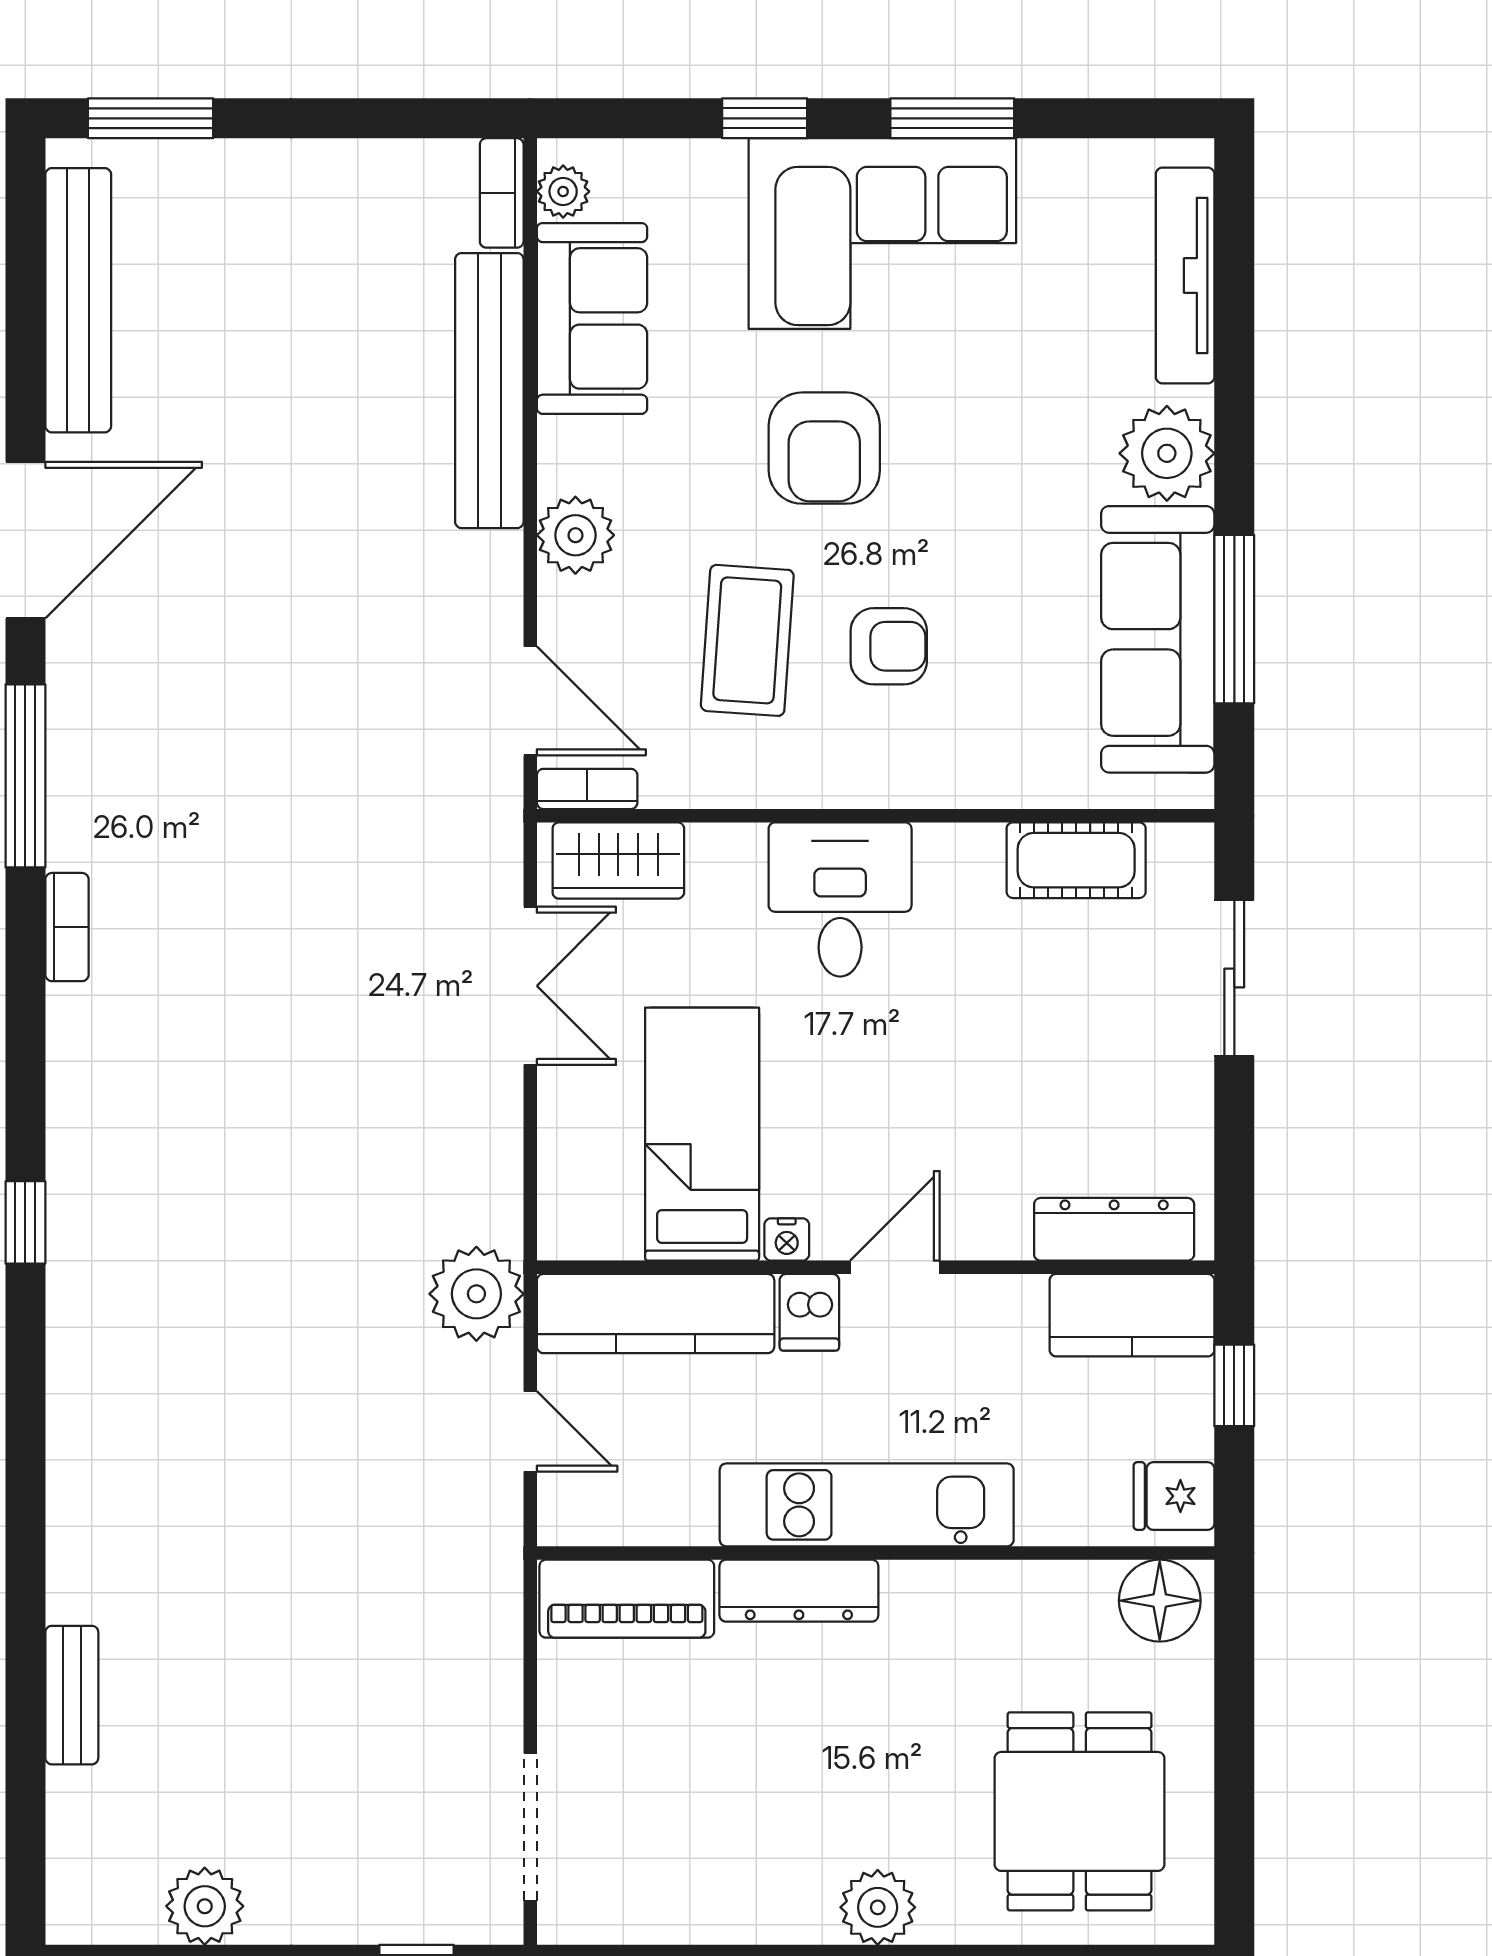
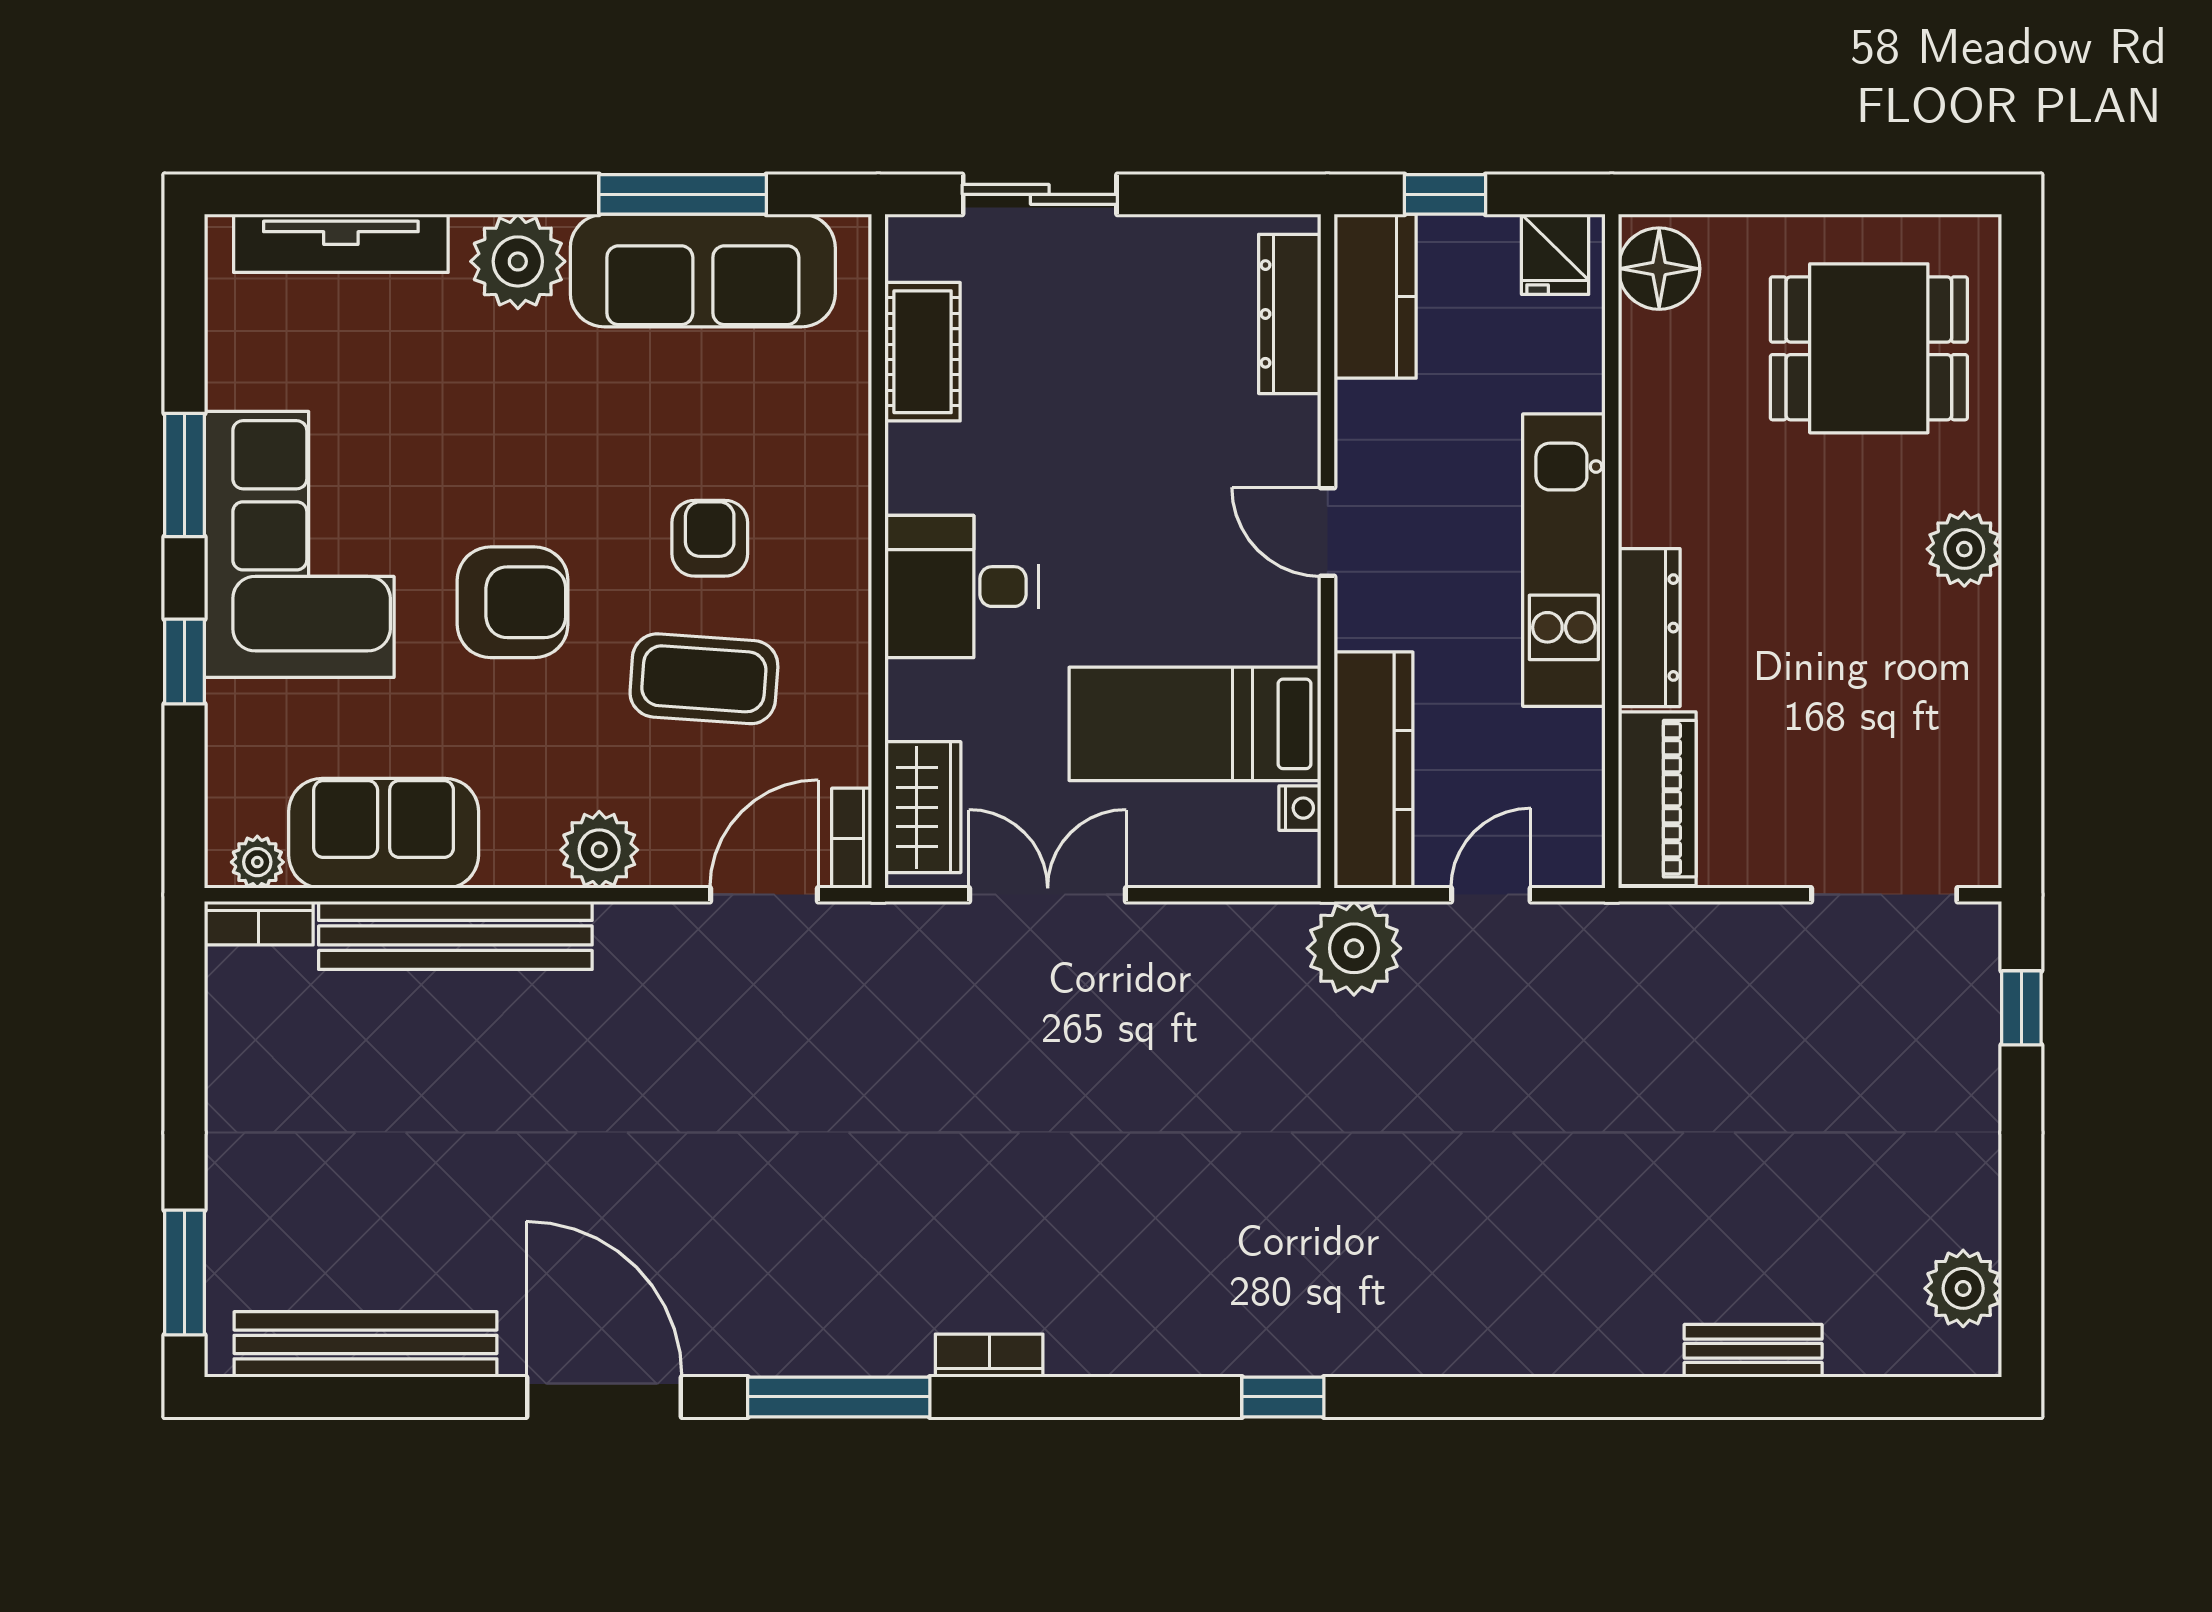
nightstand: (787, 1240) -> (1300, 808), moved
dishwasher: (809, 1312) -> (1372, 617), removed
plant: (205, 1906) -> (1963, 1288), moved

